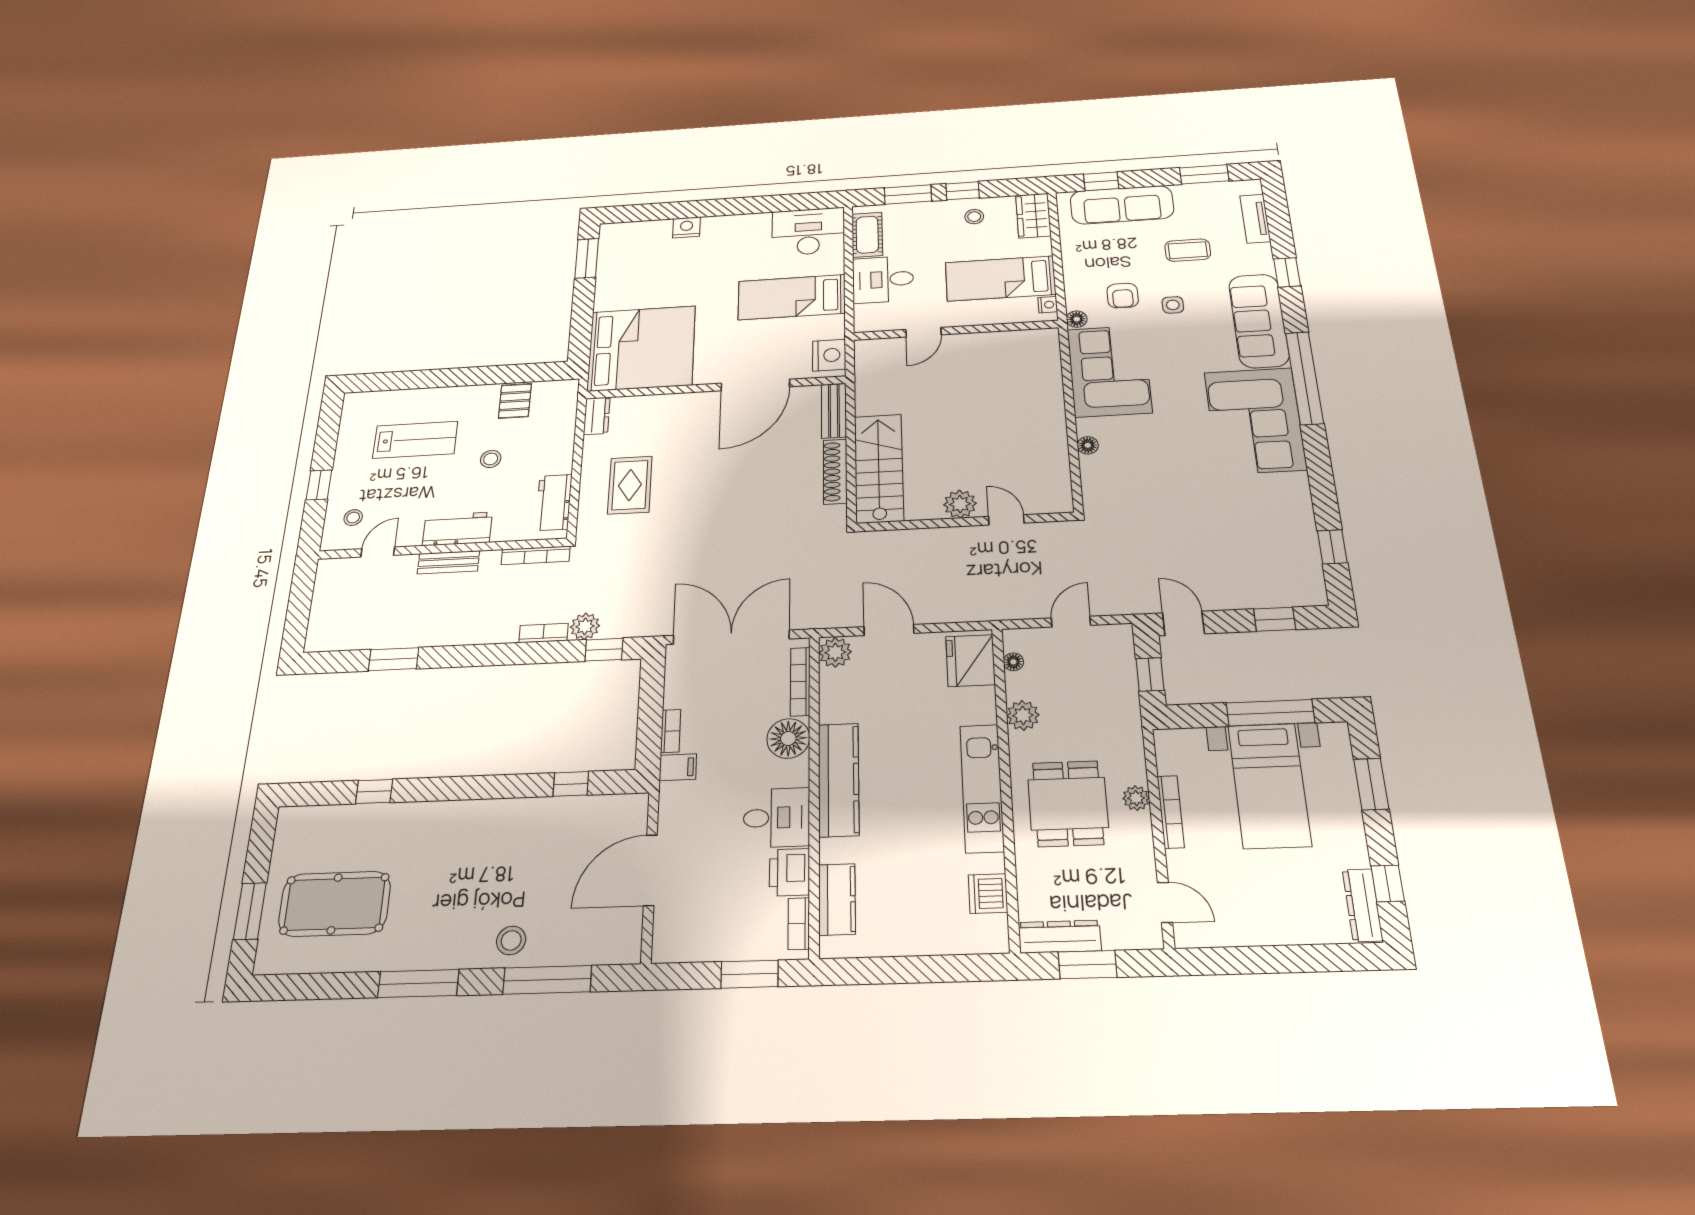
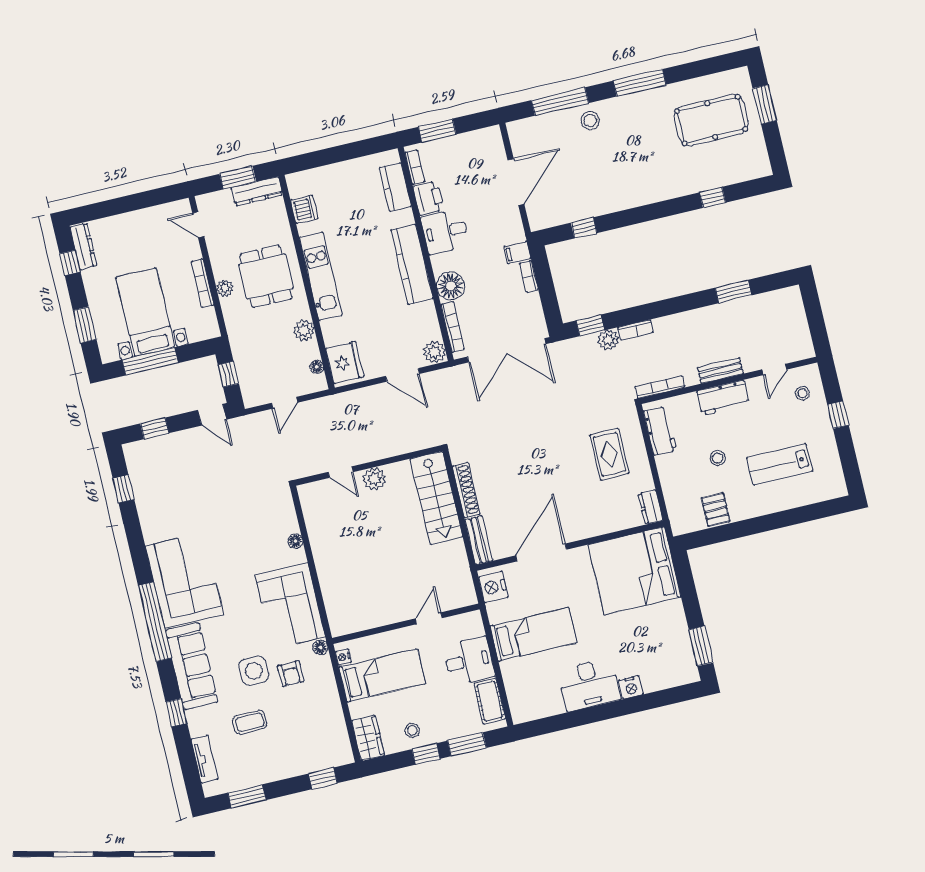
sofa: (1122, 205) -> (304, 758), removed
desk: (808, 232) -> (589, 685), moved
armchair: (1123, 296) -> (291, 674), turned 180
side table: (1173, 305) -> (254, 671), width x1.87, depth x1.87

